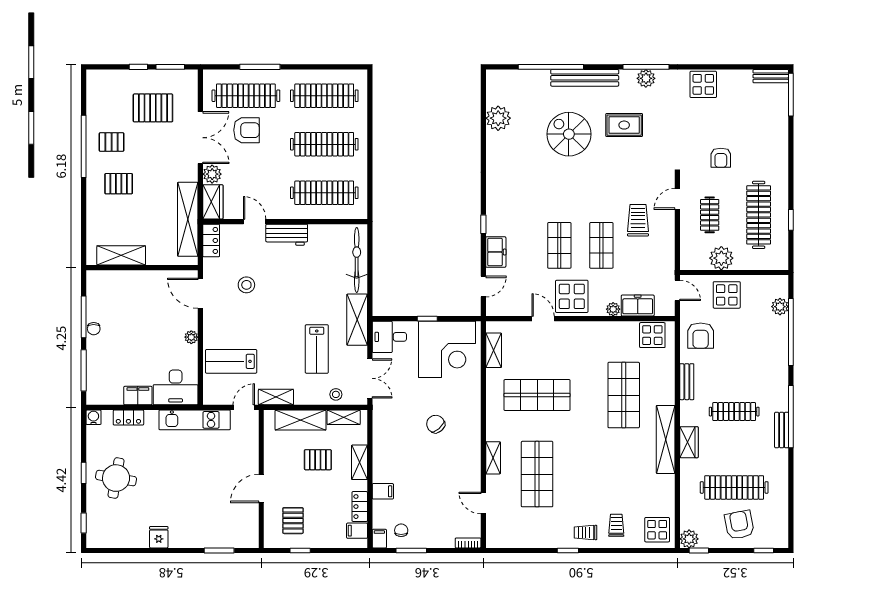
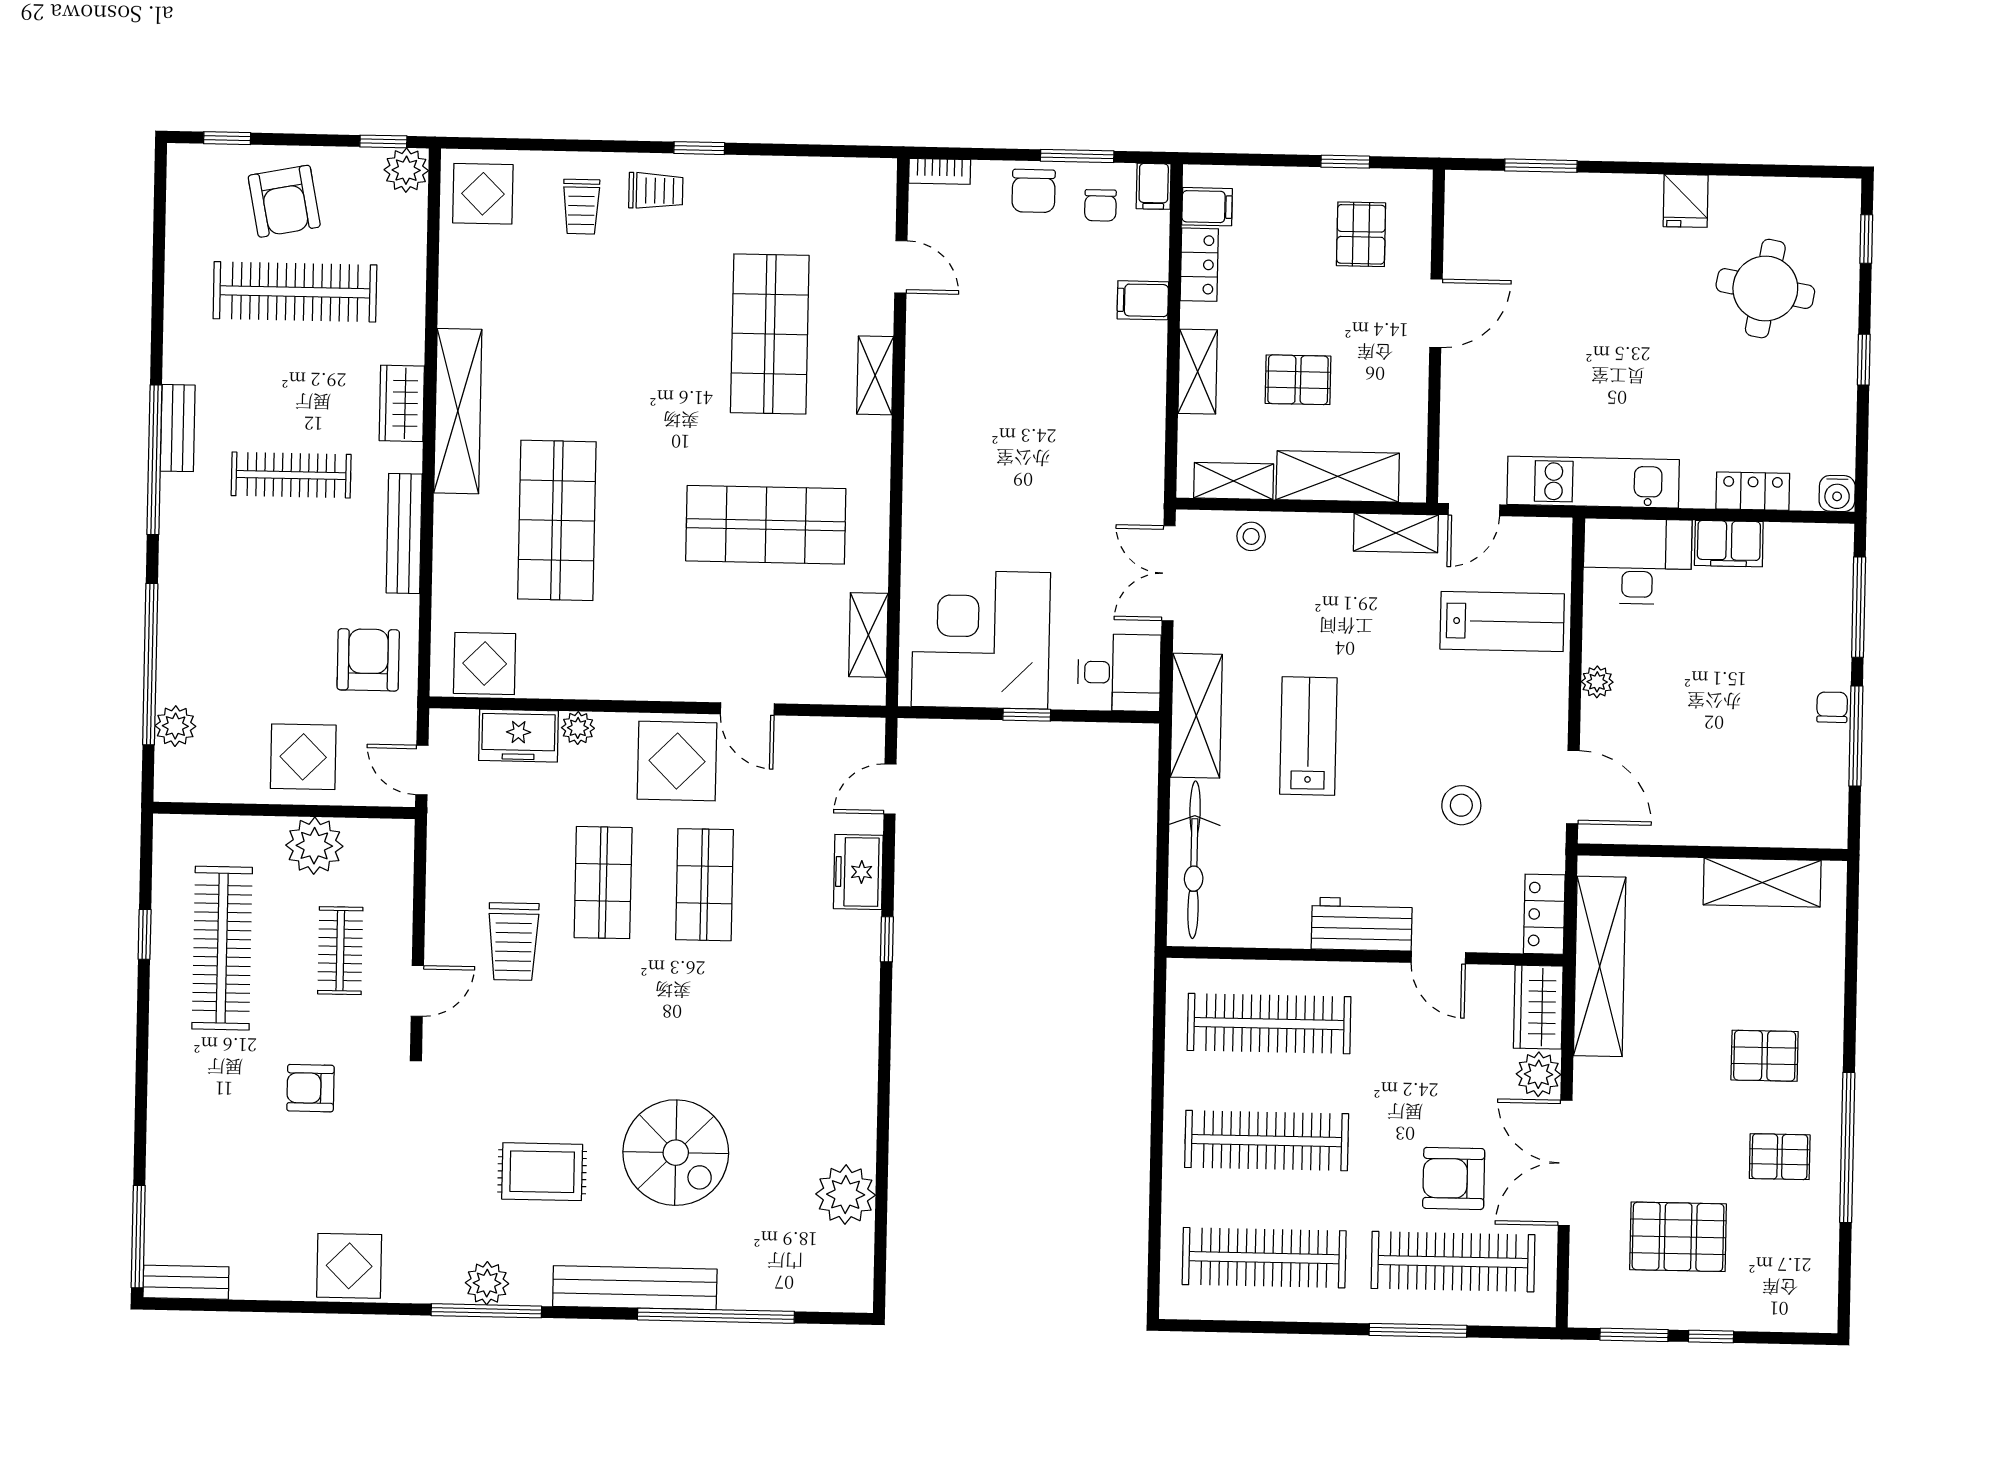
armchair: (721, 158) -> (310, 1088), turned -90
lab bench: (317, 349) -> (1308, 736), moved
bench: (687, 382) -> (404, 533), width x1.36
chair: (436, 424) -> (1034, 191), moved, turned 41
round table: (116, 478) -> (1765, 289), moved

